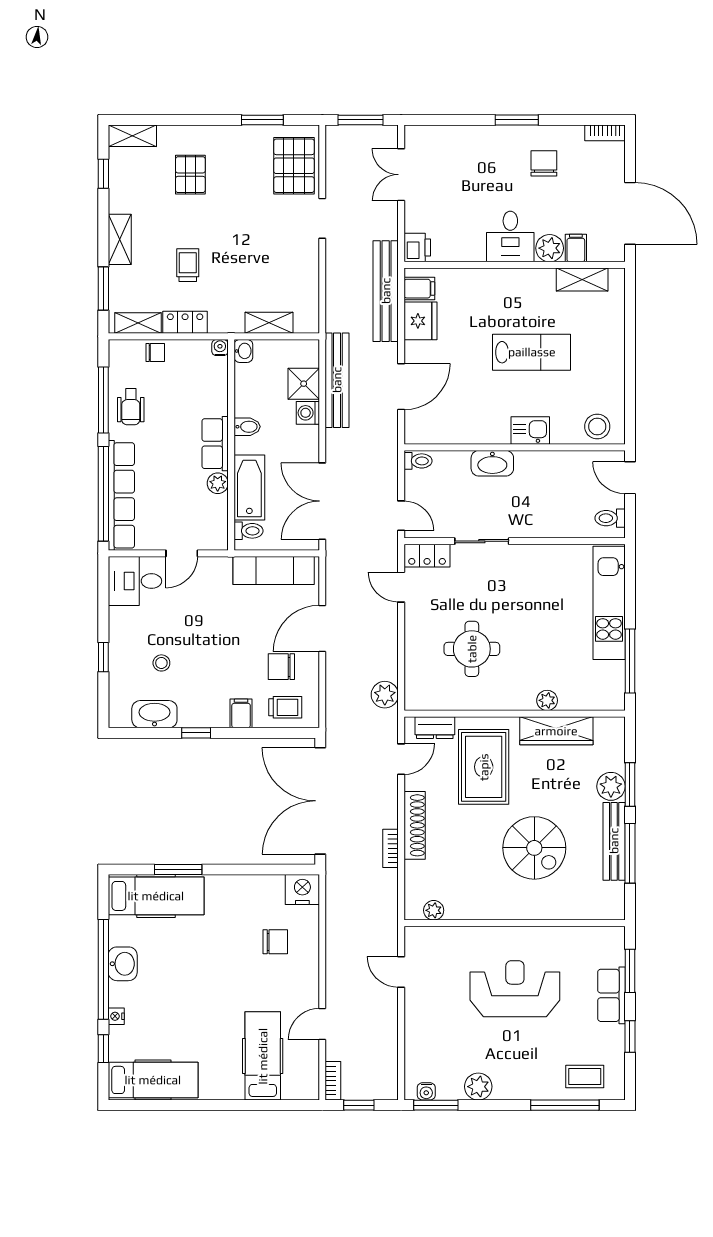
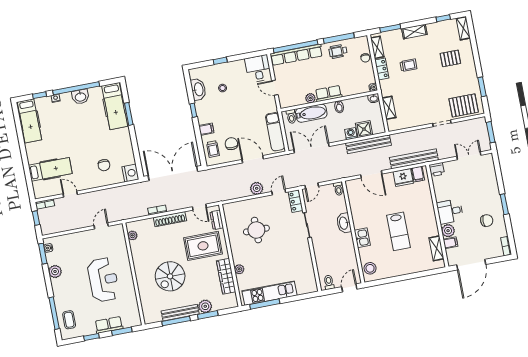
kitchen unit: (609, 603) -> (269, 293), moved
plant: (385, 695) -> (257, 188), moved

